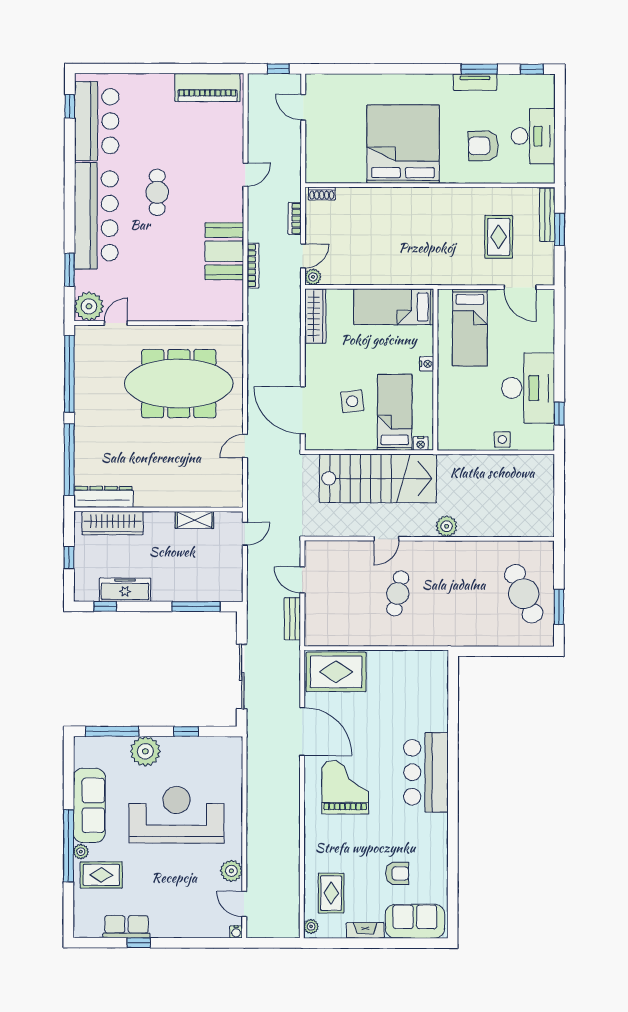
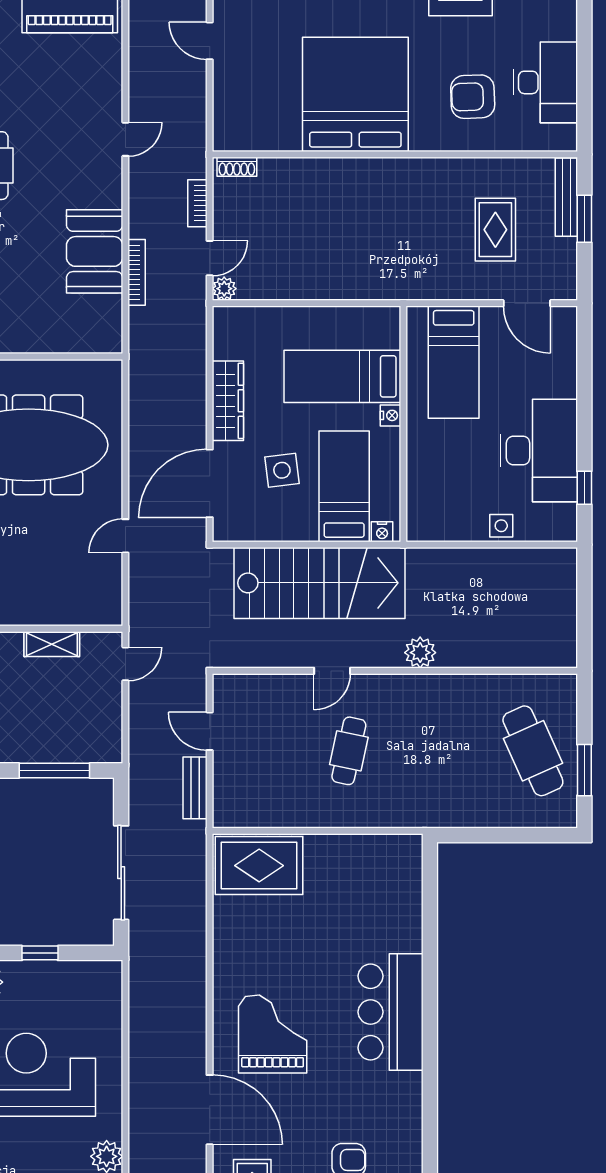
bed: (394, 307) -> (342, 376), moved
wardrobe: (315, 316) -> (228, 401), moved
door: (303, 410) -> (210, 483), hinge flipped
door: (302, 731) -> (210, 1110), moved

